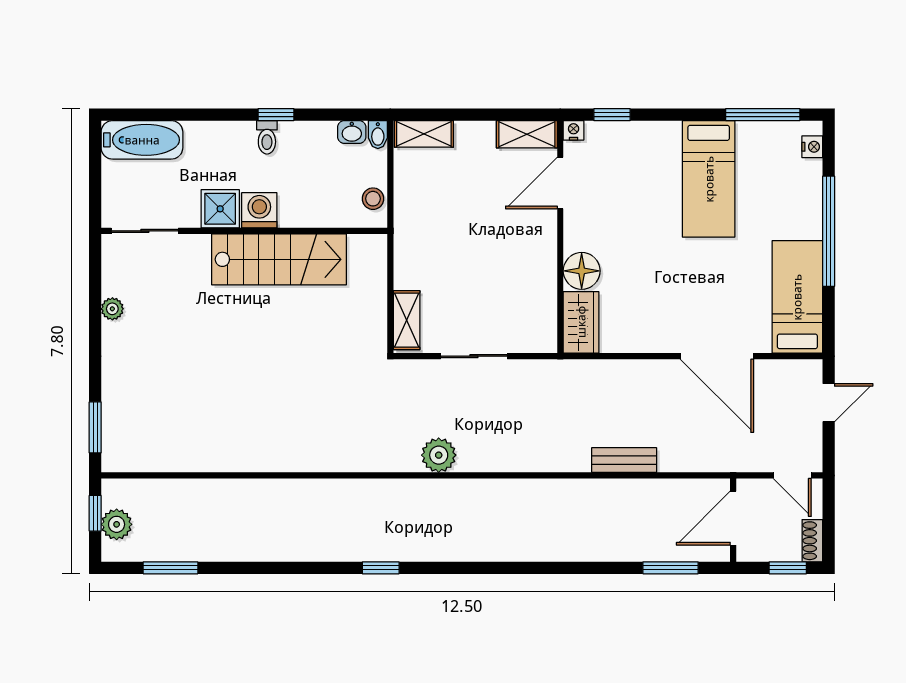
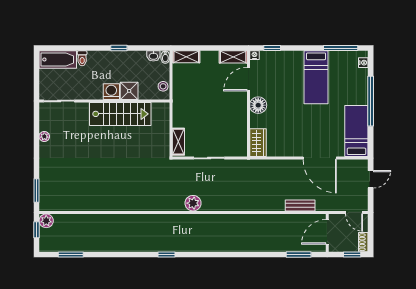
toilet: (267, 137) -> (82, 58), moved
shower: (220, 209) -> (129, 91), moved
floor lamp: (582, 271) -> (258, 105), moved
bench: (624, 460) -> (300, 205), moved
plant: (117, 524) -> (46, 221), moved

